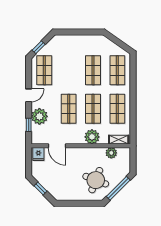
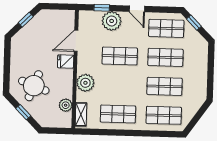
shop shelf: (93, 109) -> (165, 57), moved
fridge: (38, 154) -> (66, 61), moved
window: (118, 188) -> (23, 112), width x0.46

